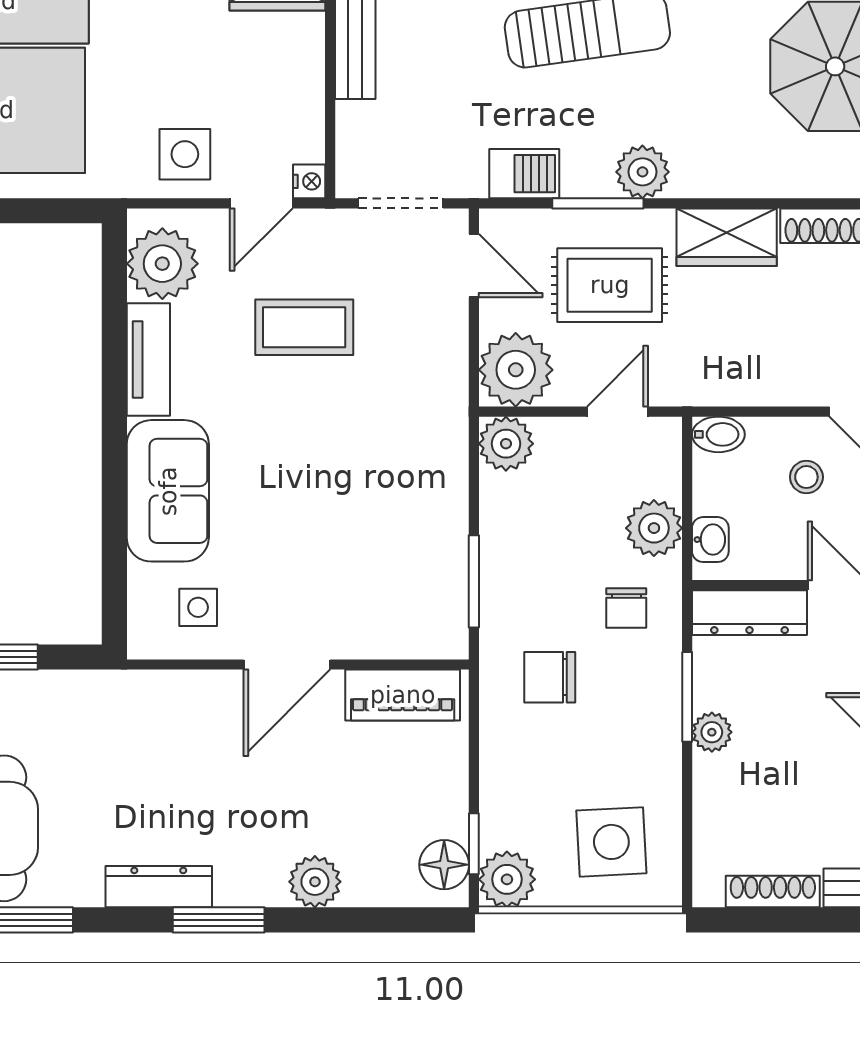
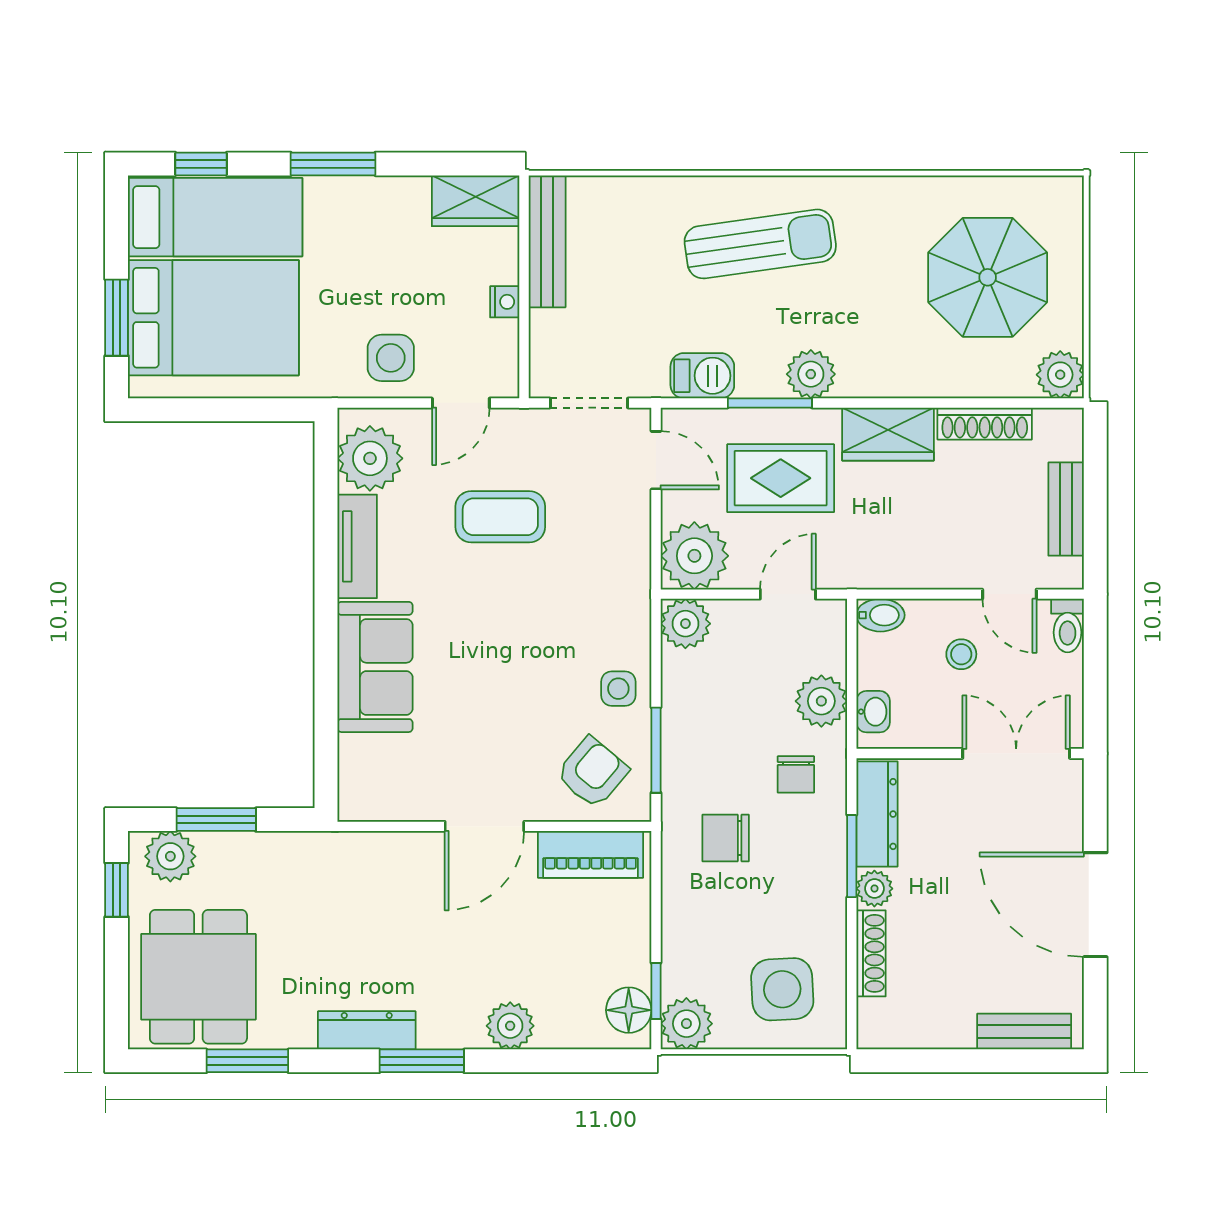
nightstand: (309, 181) -> (505, 302), moved
armchair: (404, 606) -> (592, 772), added
side table: (198, 607) -> (618, 689), moved
dresser: (750, 613) -> (877, 814), moved, turned -90
shoe rack: (773, 892) -> (871, 953), moved, turned 90

